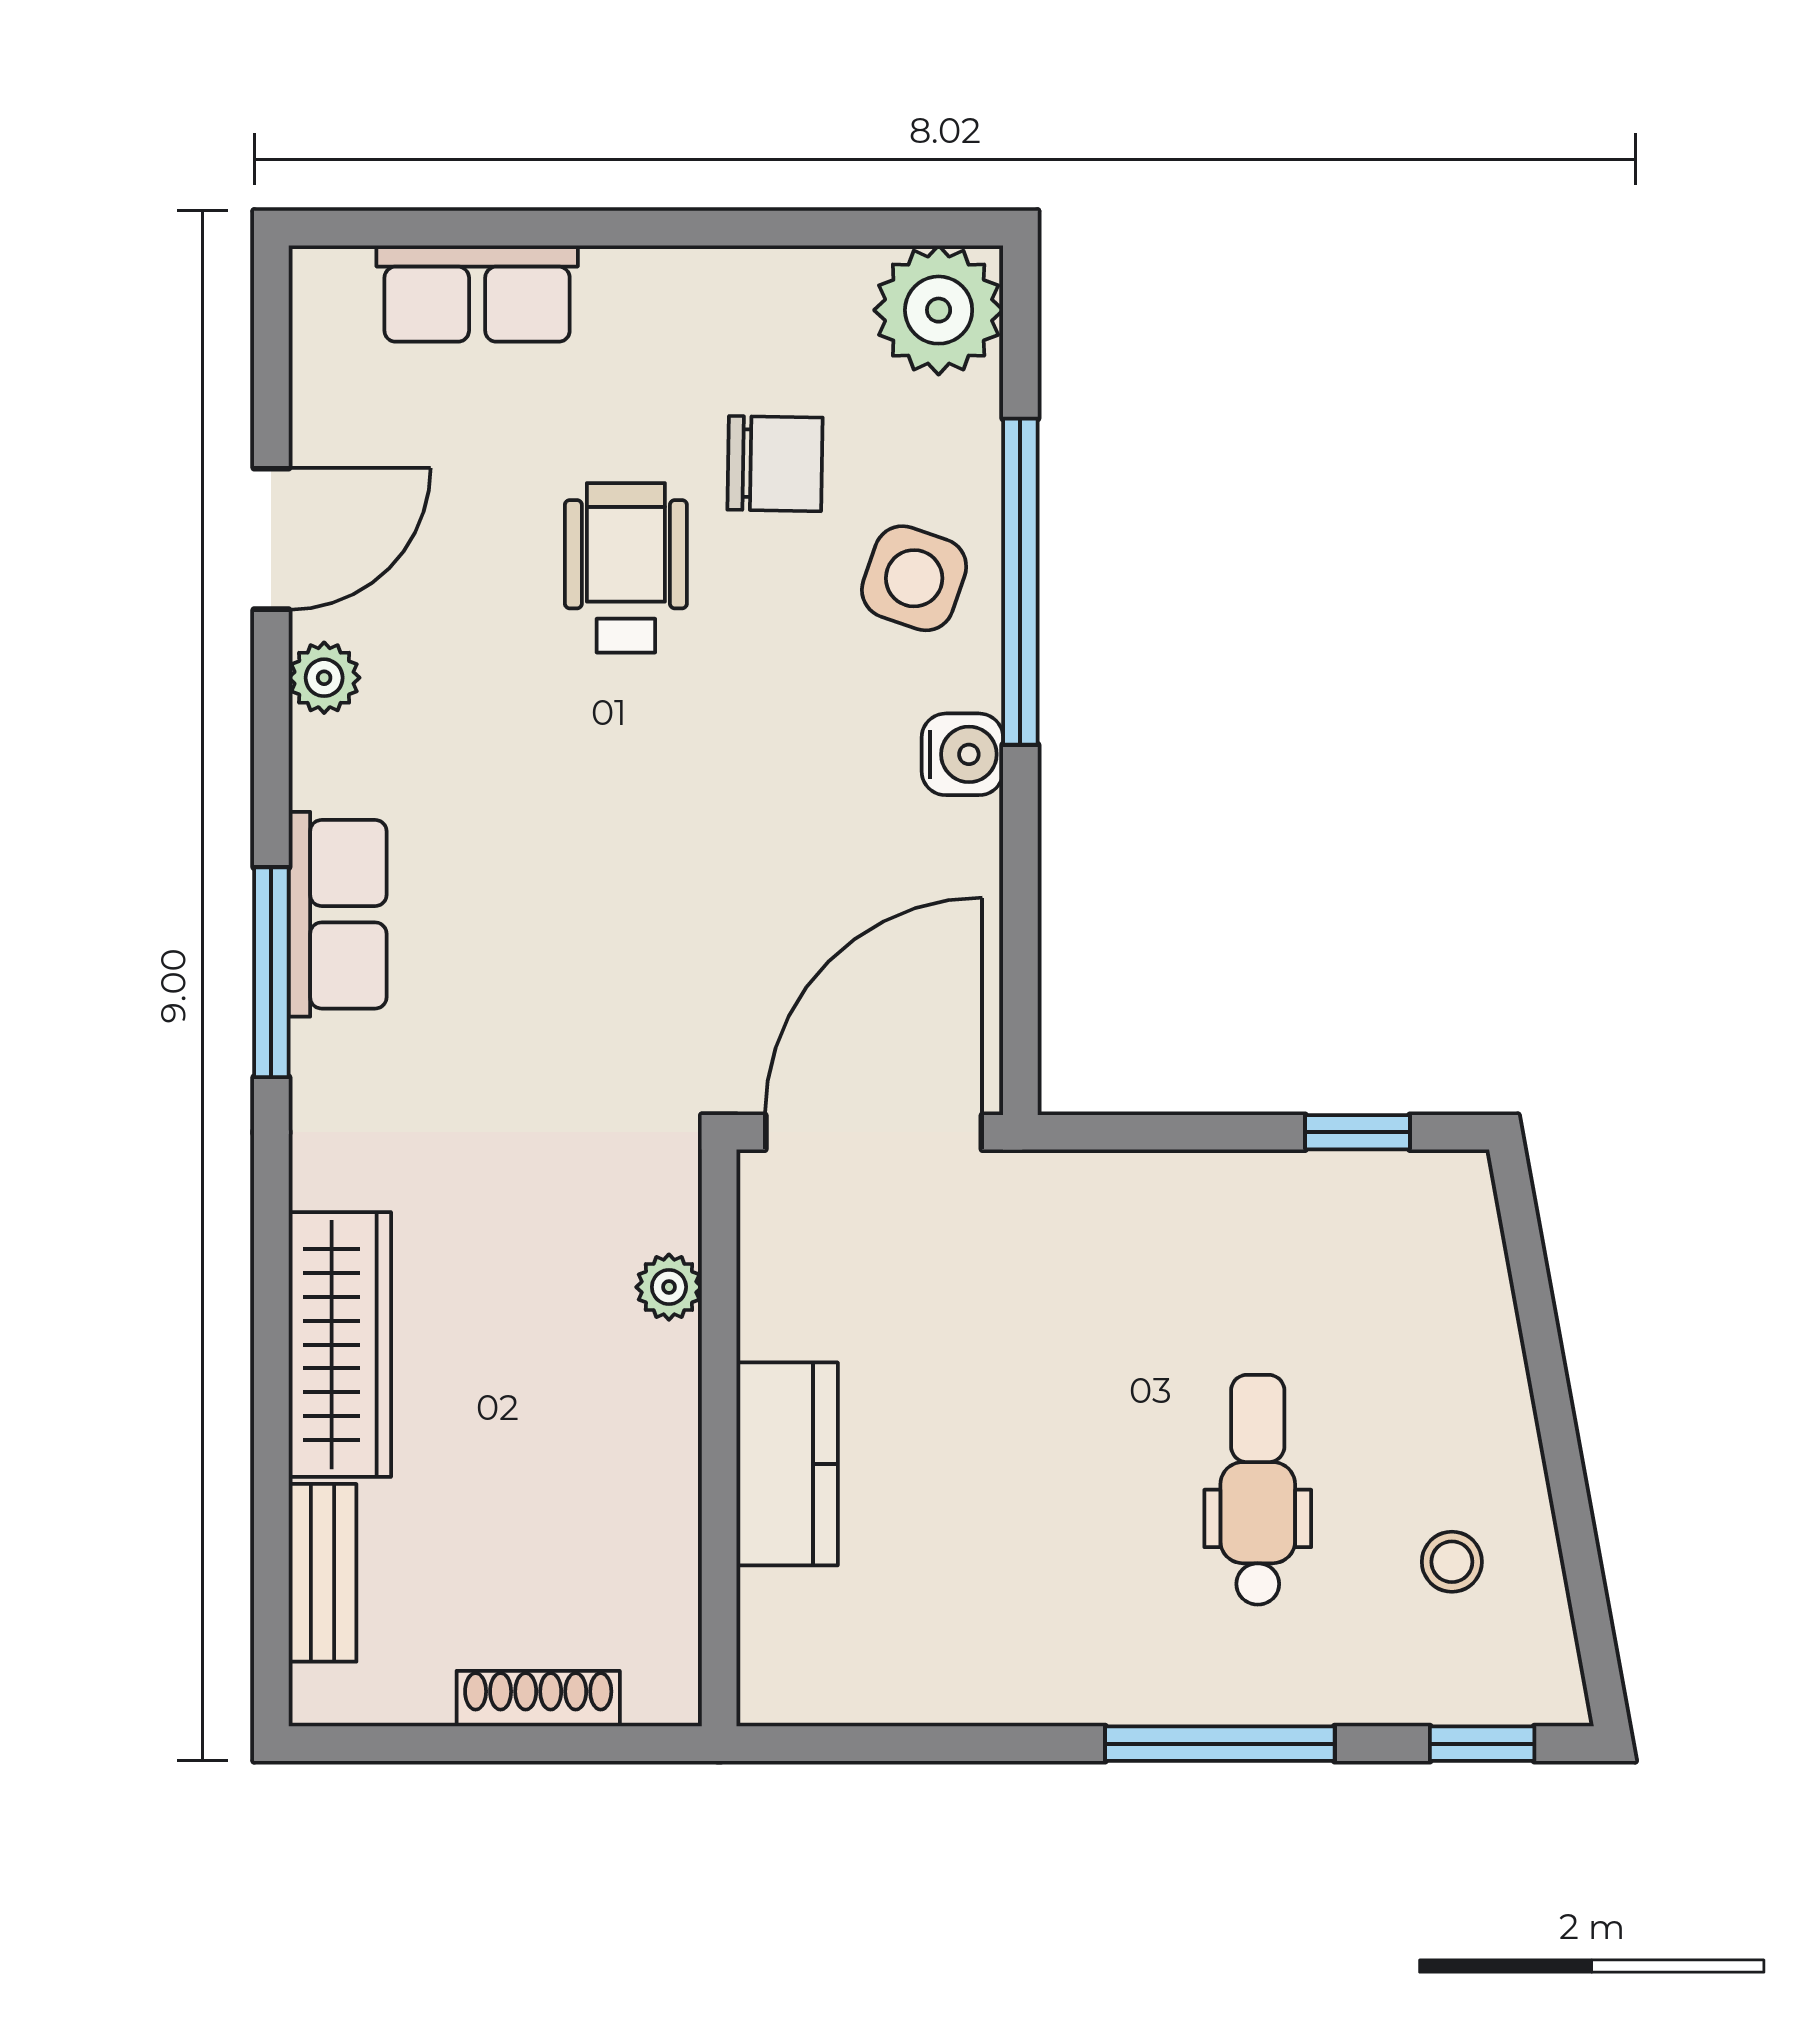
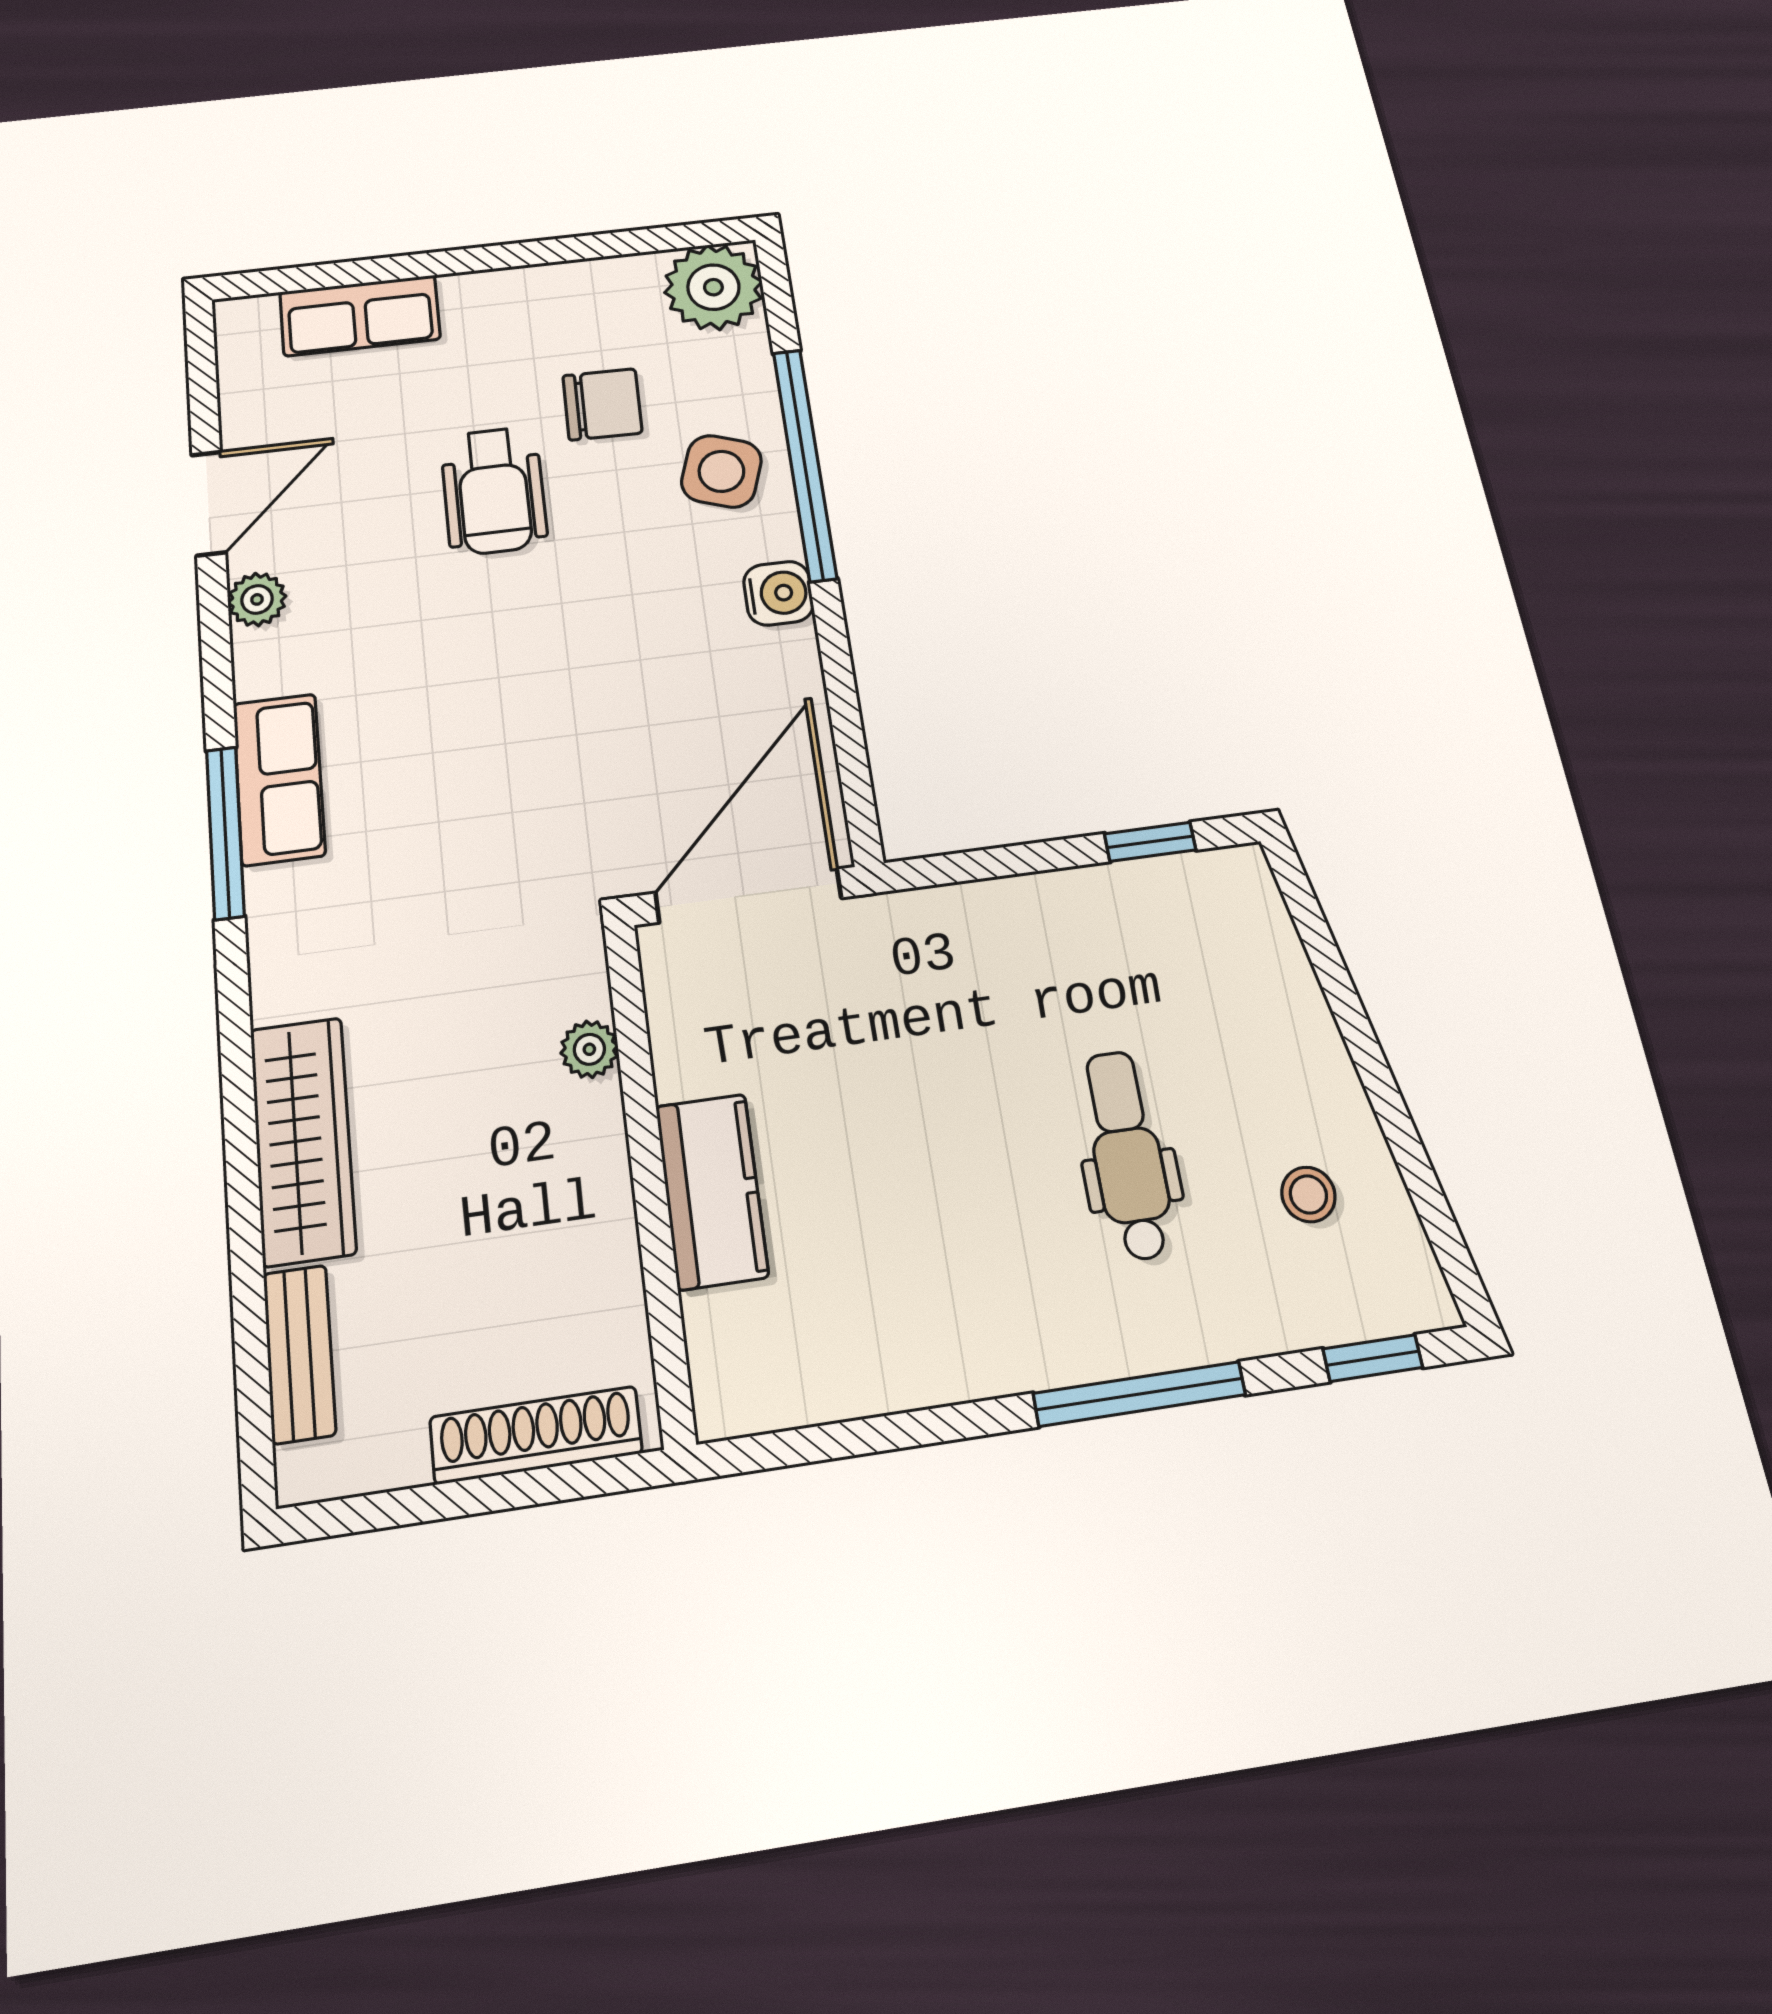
wheelchair: (626, 568) -> (494, 491), turned 180
shoe rack: (538, 1699) -> (536, 1435), width x1.36, depth x1.24

